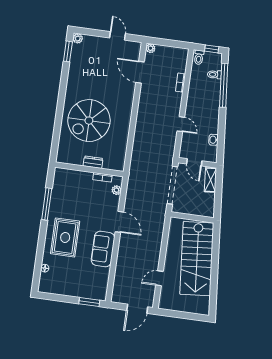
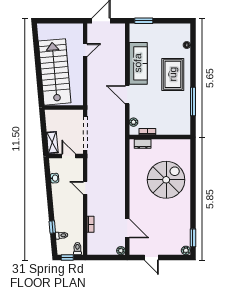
window: (224, 85) -> (52, 227), width x0.32
dresser: (93, 162) -> (143, 144), moved
sofa: (103, 249) -> (138, 63), width x1.36

